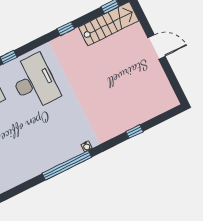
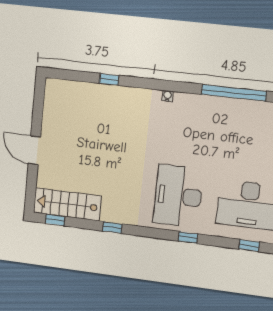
window: (67, 165) -> (234, 93), moved

